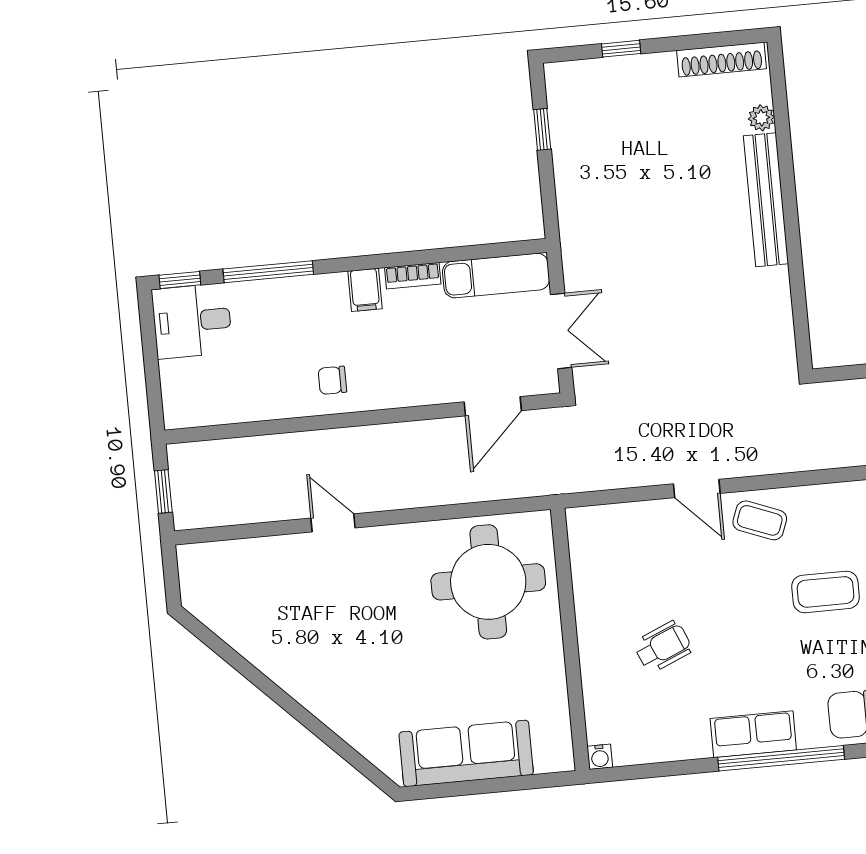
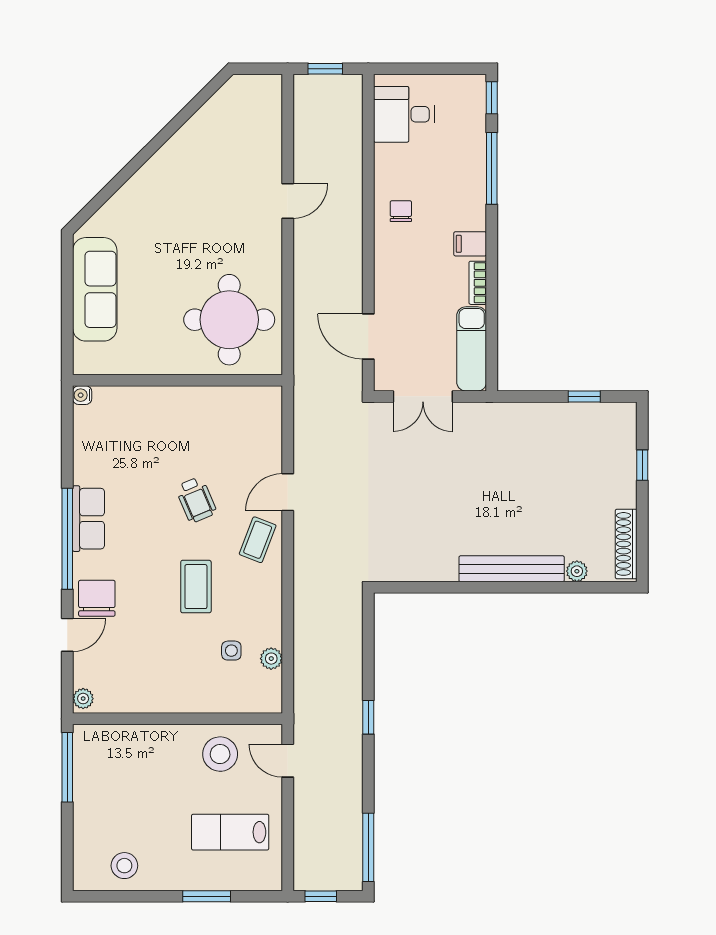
desk: (192, 321) -> (404, 114), moved, turned -90
wheelchair: (663, 647) -> (196, 500), moved

